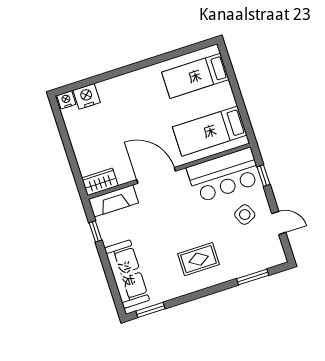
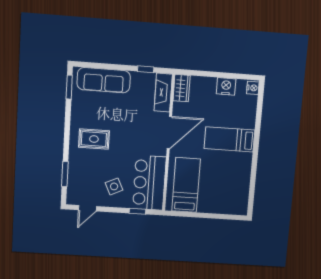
bed: (195, 76) -> (229, 139), moved, turned -90
nightstand: (87, 96) -> (226, 86), moved, turned -90
door: (279, 223) -> (87, 208), moved
rug: (199, 259) -> (94, 139), turned 90

